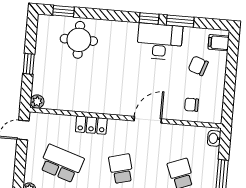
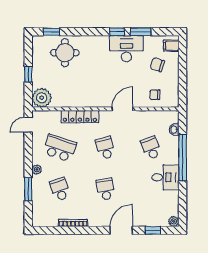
plant: (37, 102) -> (42, 98), width x1.88, depth x1.88
locker: (91, 125) -> (80, 117), width x1.53
washbasin: (214, 138) -> (174, 130), moved

